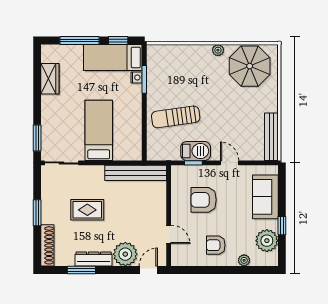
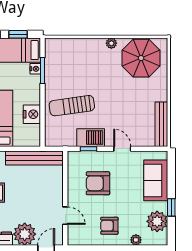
nightstand: (133, 126) -> (32, 114), added

